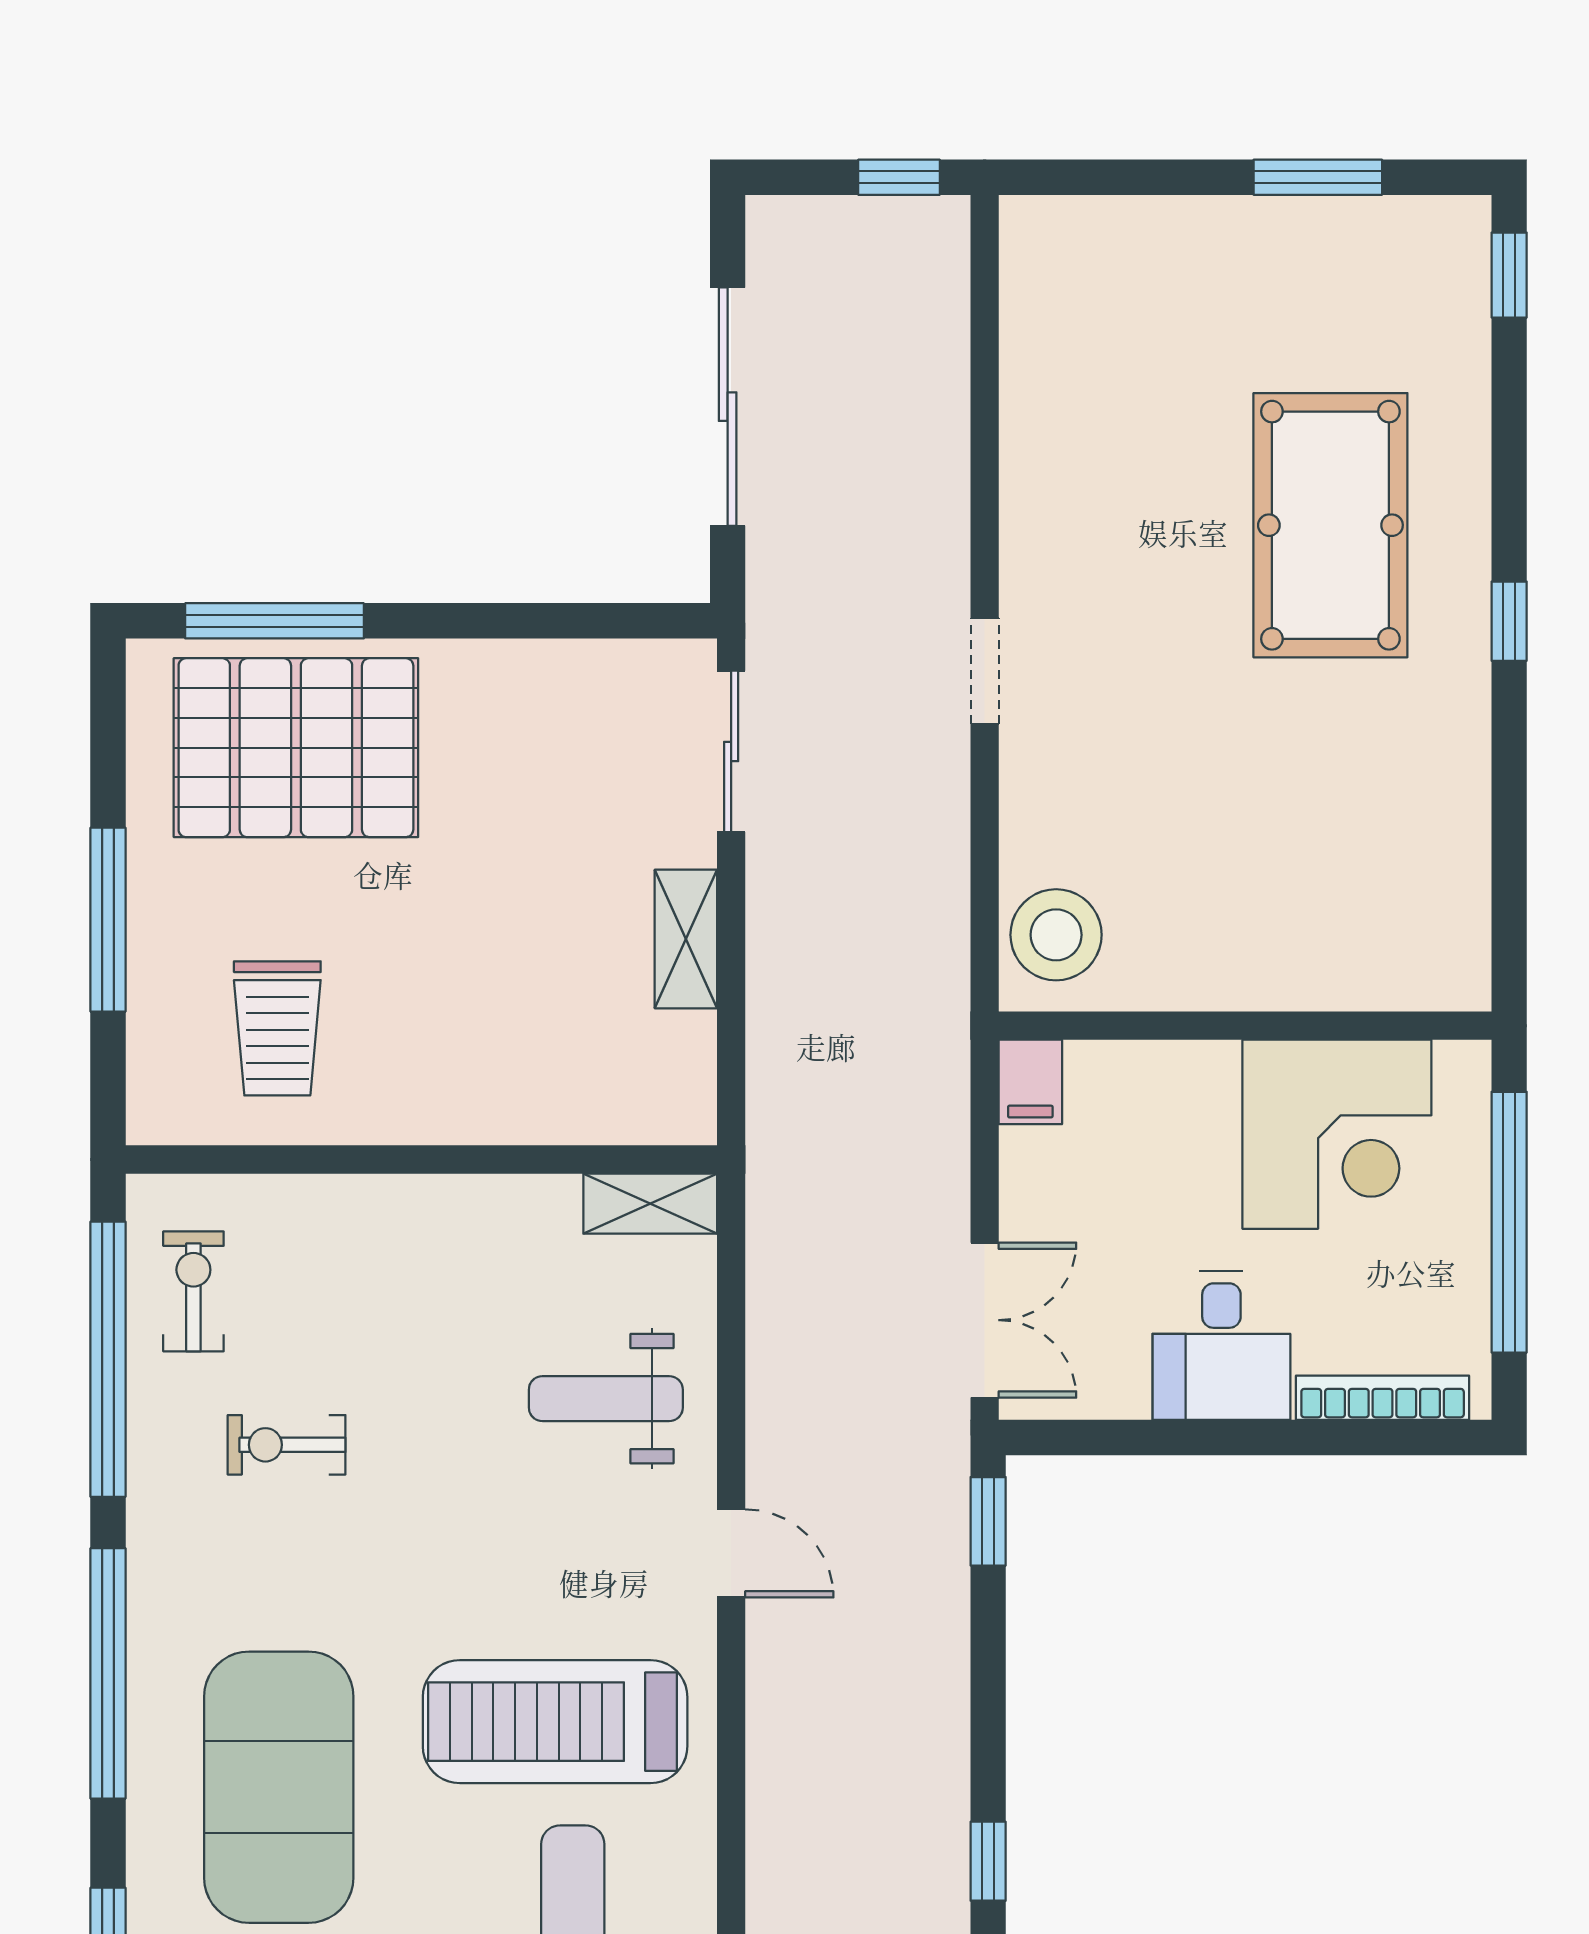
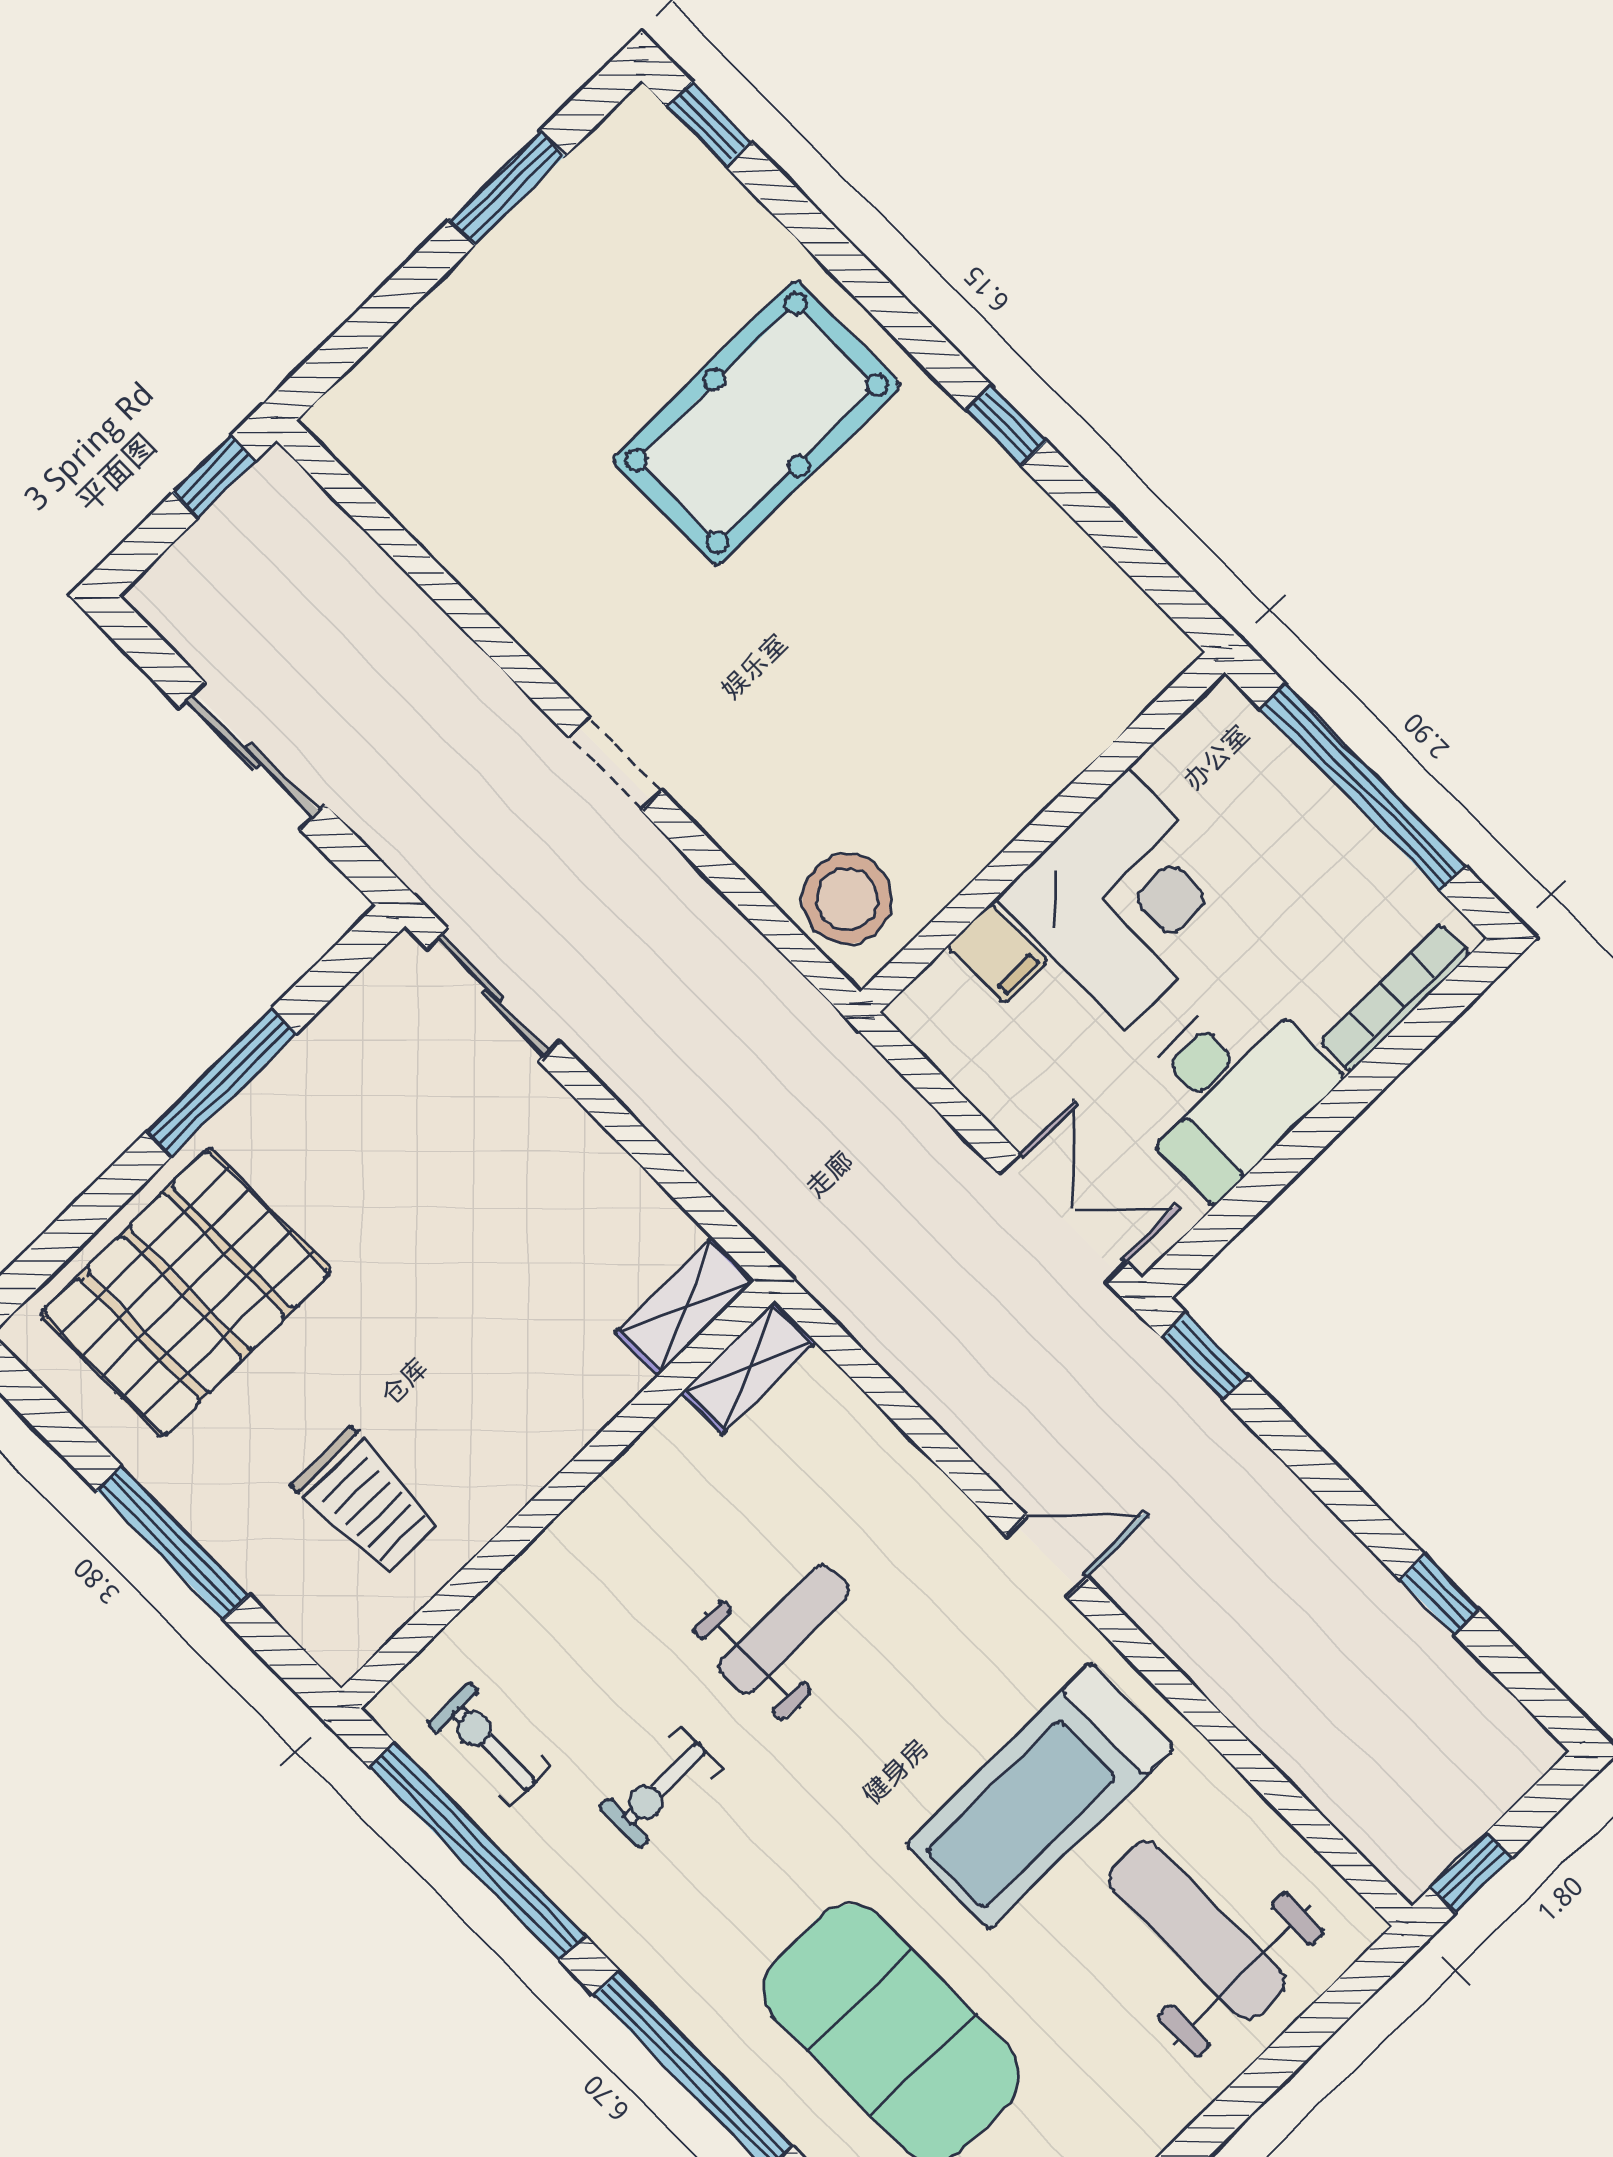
sliding door: (728, 407) -> (253, 756), width x0.73
pool table: (1330, 525) -> (757, 423), turned 90
window: (274, 621) -> (222, 1082), moved
window: (1509, 621) -> (1006, 426), moved
shelving: (686, 939) -> (685, 1307), moved, turned 90
filing cabinet: (1030, 1082) -> (998, 954), moved
corner desk: (1337, 1134) -> (1126, 899), moved
desk: (1221, 1346) -> (1229, 1090), width x1.37
weight bench: (606, 1399) -> (784, 1629), moved, turned 180

